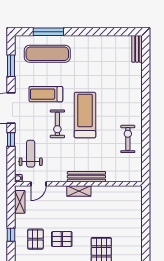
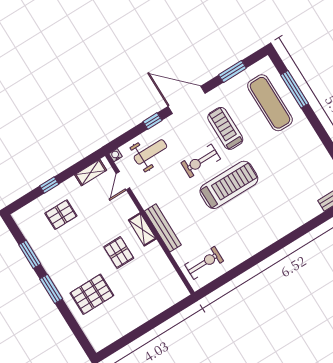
exercise bike: (128, 139) -> (204, 263), moved
door: (39, 184) -> (123, 181), hinge flipped
pallet: (62, 239) -> (119, 252), moved

